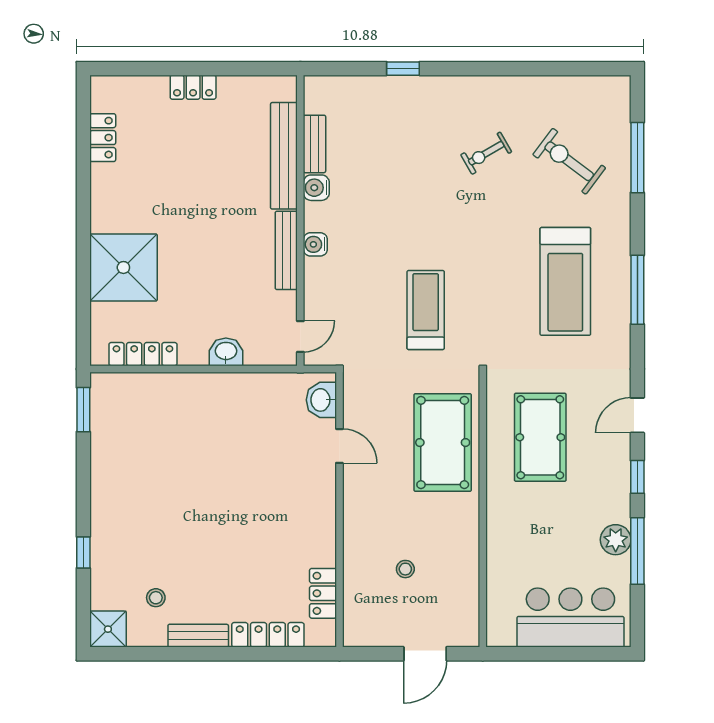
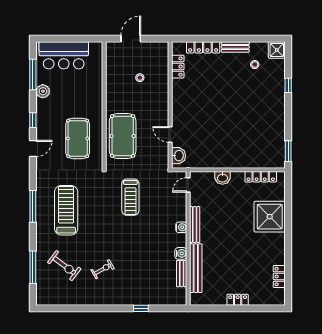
window: (637, 551) -> (33, 74), moved

